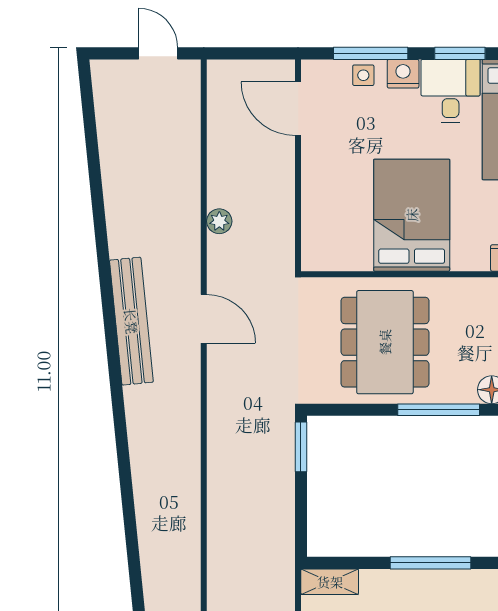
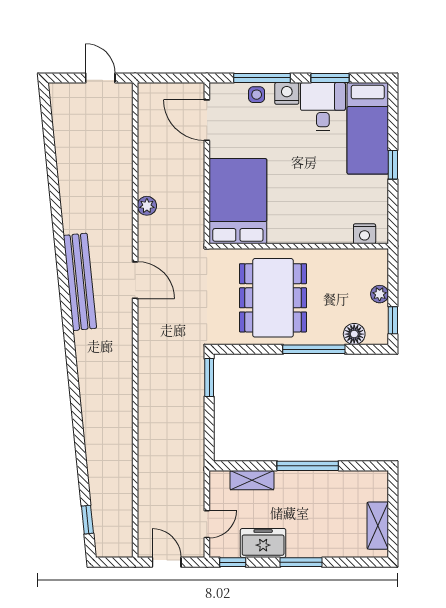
bed: (412, 215) -> (238, 201), moved
shelving: (330, 582) -> (252, 480), moved

